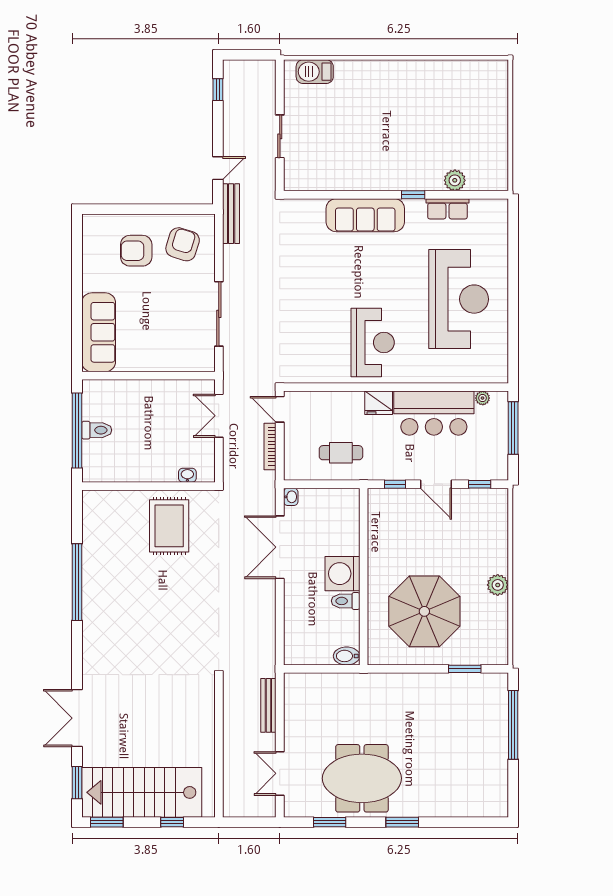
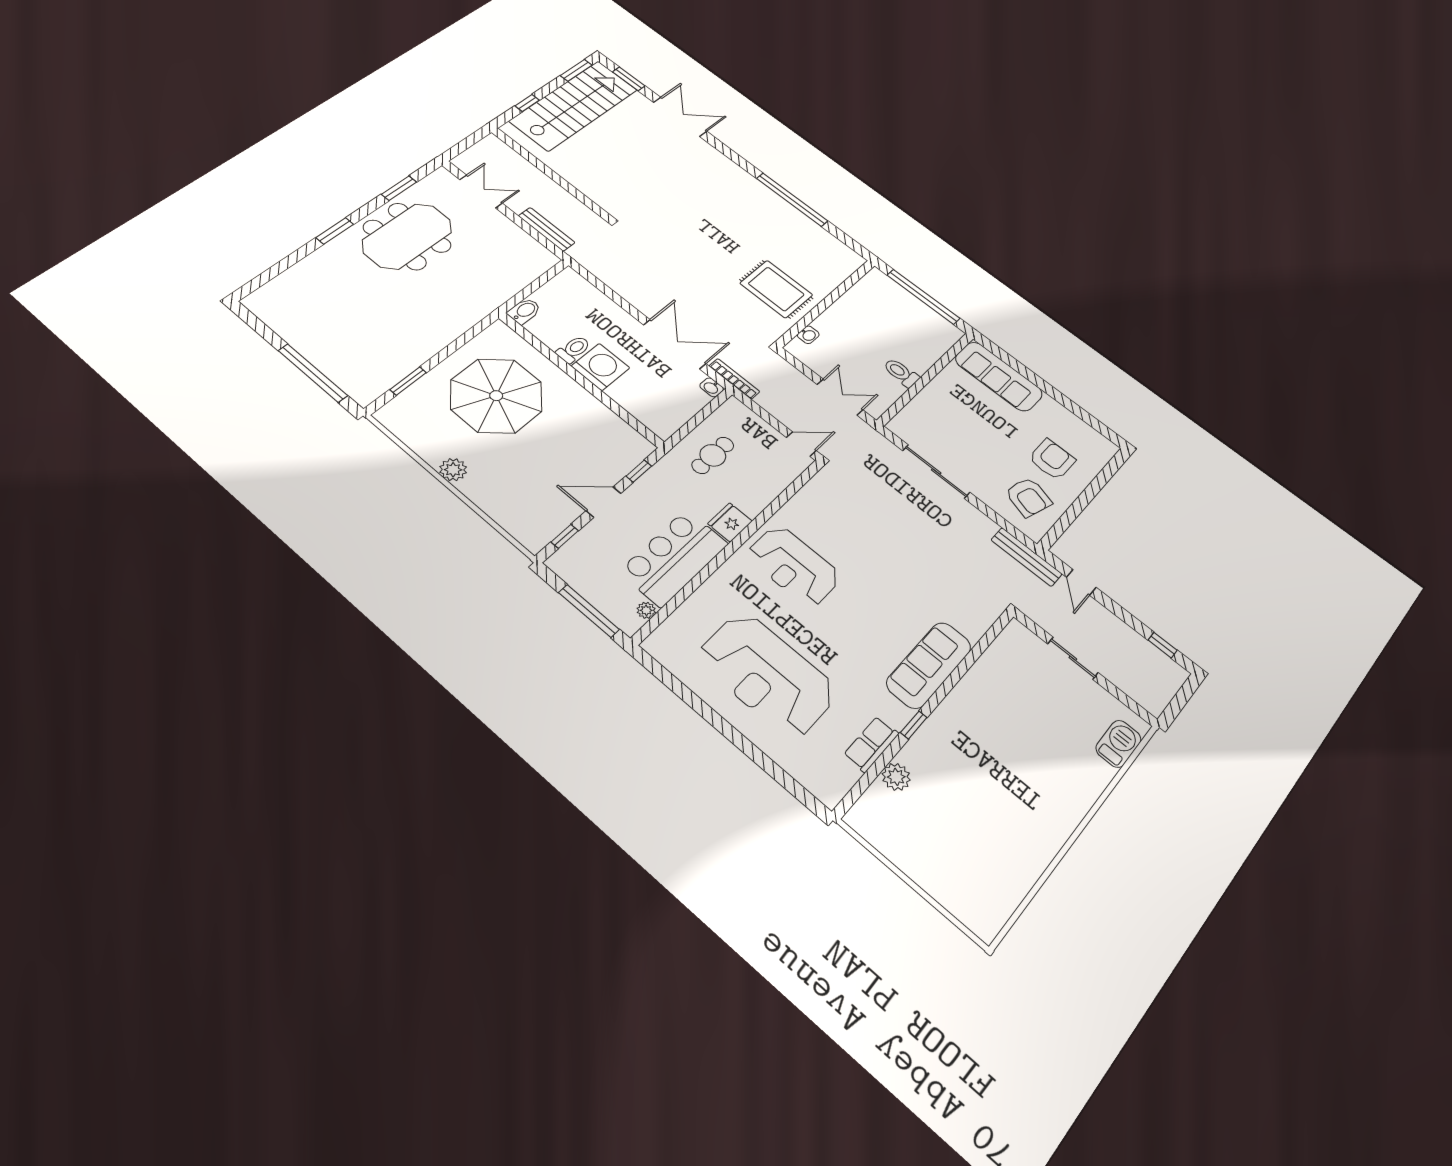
toilet: (97, 430) -> (901, 373), moved, turned 90
bookcase: (270, 446) -> (734, 379), moved

